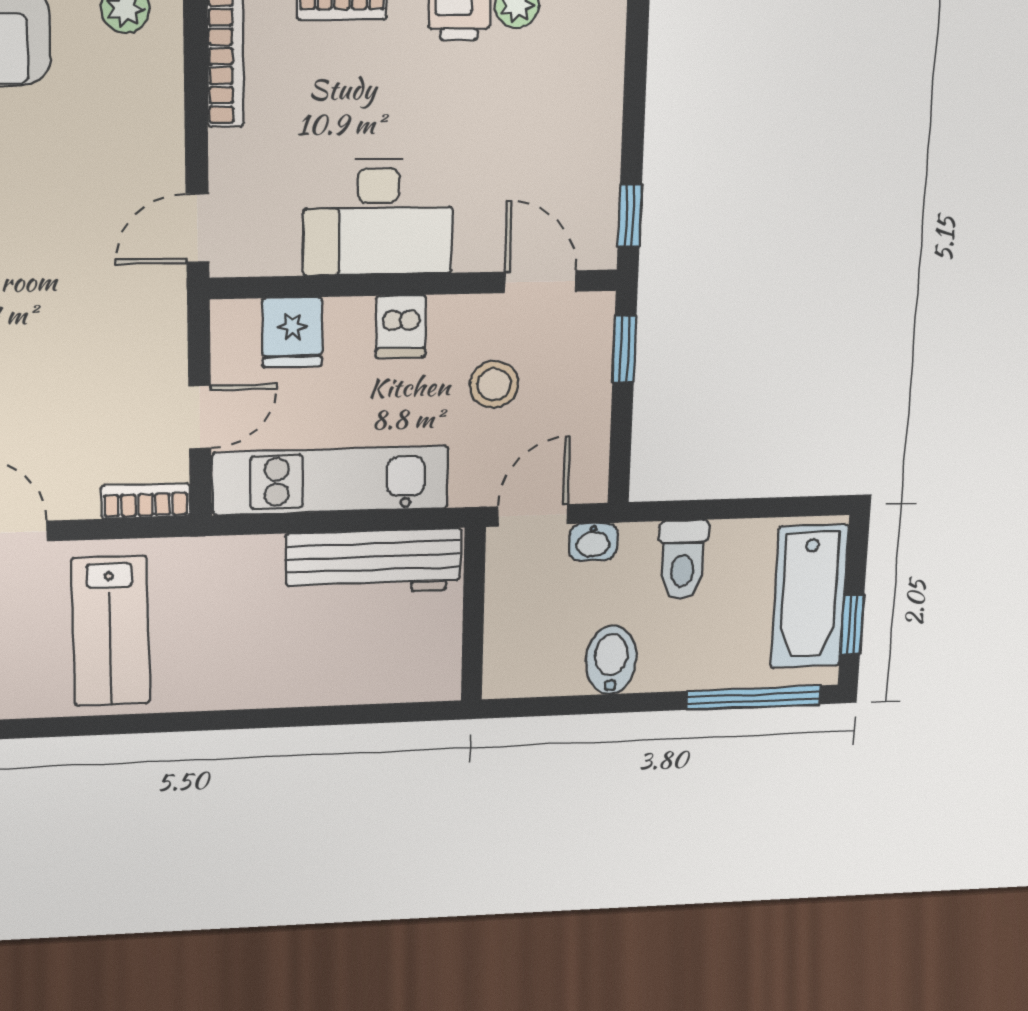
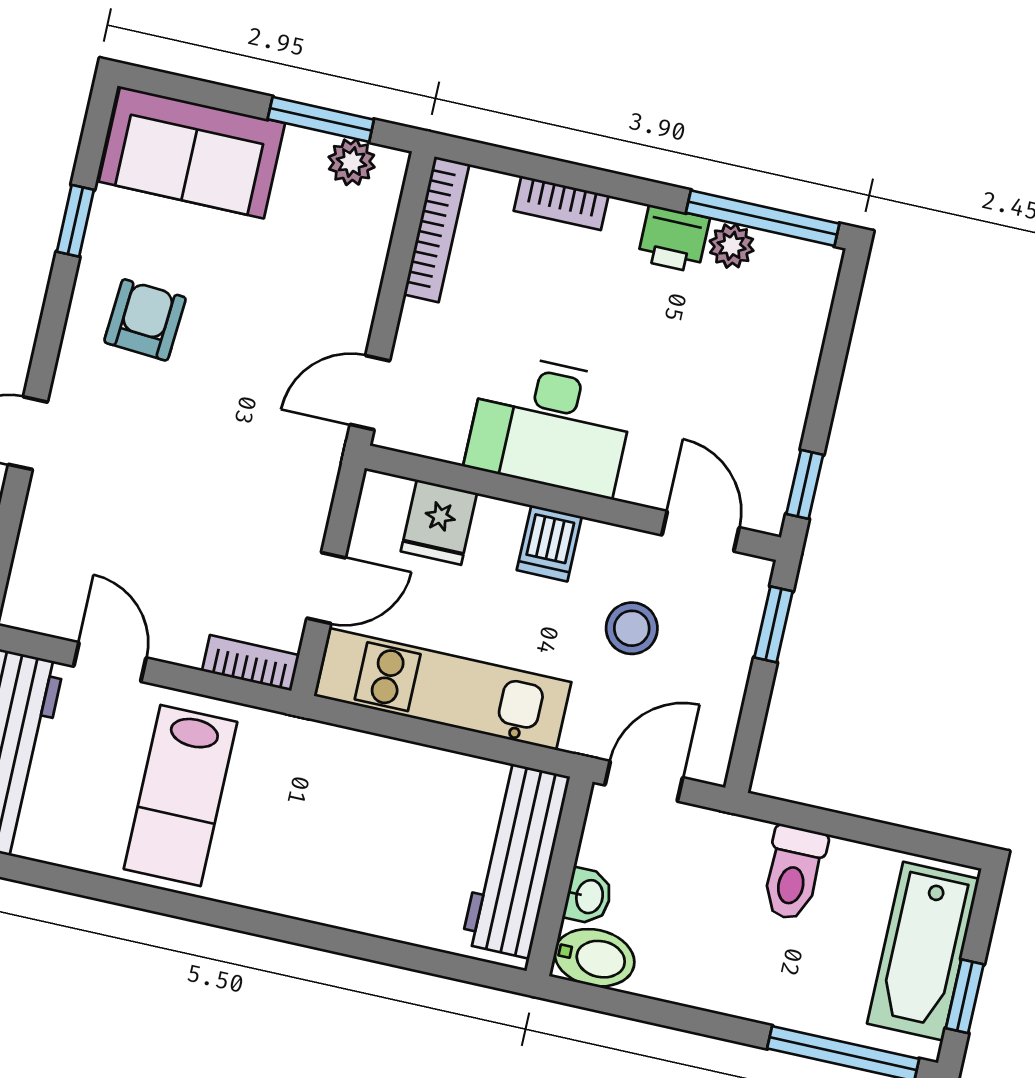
washbasin: (593, 542) -> (588, 896), moved, turned -90
workbench: (373, 562) -> (516, 860), moved, turned 90
bidet: (611, 660) -> (594, 958), moved, turned 90

